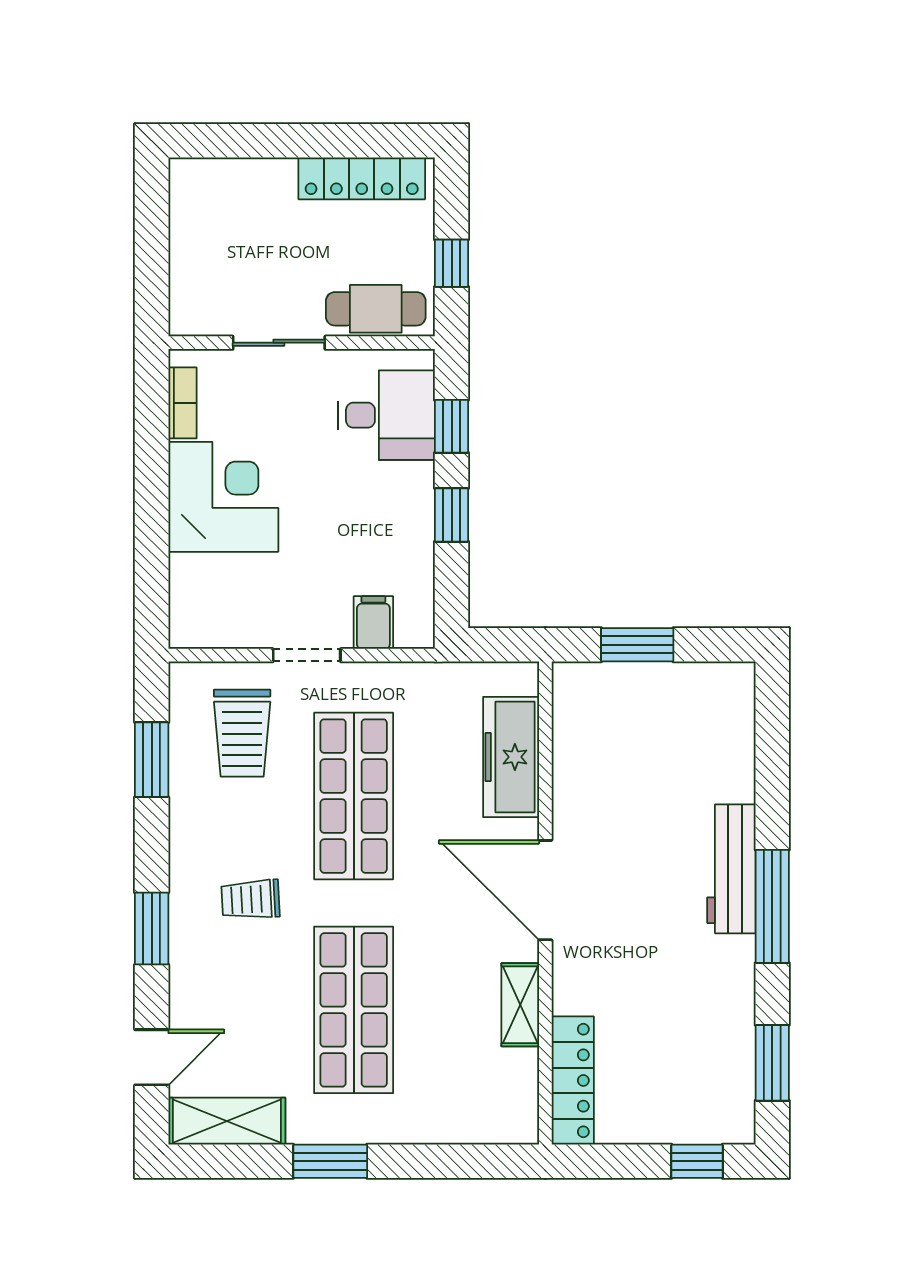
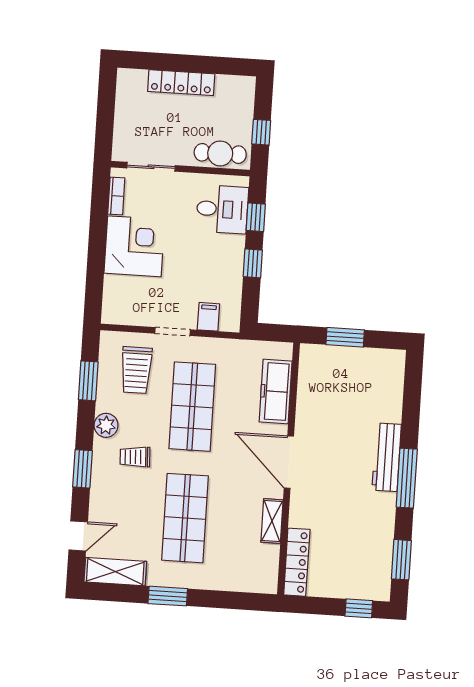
locker: (362, 178) -> (181, 83), moved
sliding door: (279, 343) -> (151, 167), moved
plant: (191, 843) -> (106, 425), added

